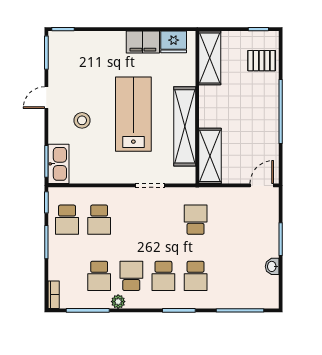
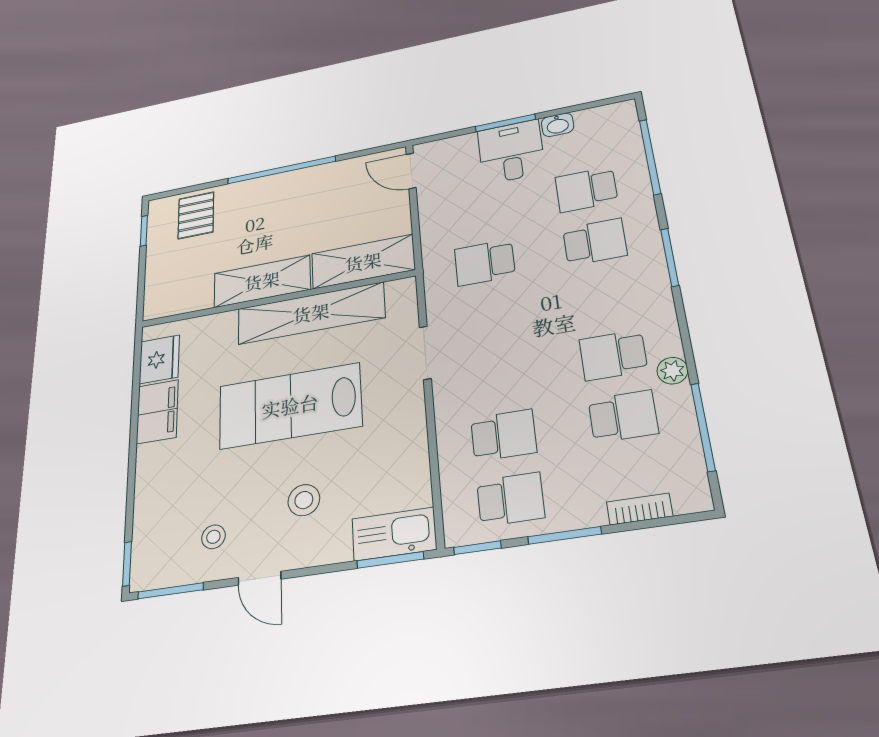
shelving: (210, 58) -> (262, 281), moved
stool: (70, 74) -> (213, 537), added
desk: (261, 240) -> (511, 152), added
school desk: (163, 276) -> (586, 189), moved, turned 180
bookcase: (54, 295) -> (640, 509), moved

